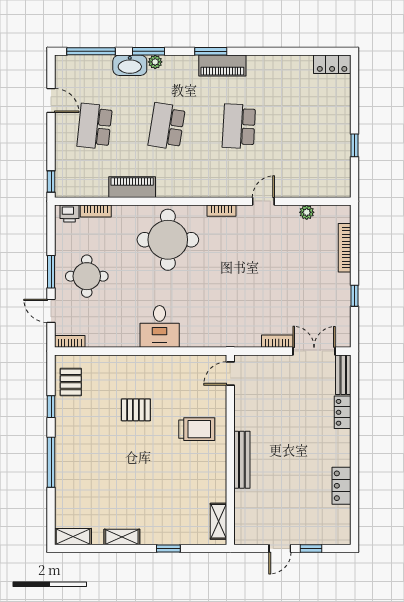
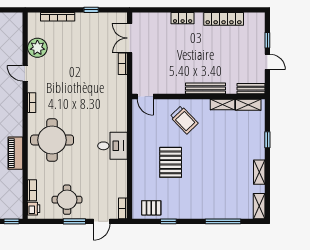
piano: (132, 187) -> (15, 153), moved
plant: (307, 212) -> (37, 48), width x1.87, depth x1.87
round table: (87, 276) -> (67, 200), moved
bench: (343, 375) -> (251, 89), moved
pallet: (136, 410) -> (171, 162), width x1.50, depth x1.42
locker: (343, 412) -> (183, 18), moved
trolley: (197, 429) -> (184, 120), turned 136
window: (51, 462) -> (223, 221), moved
shelving: (219, 484) -> (223, 105), added
locker: (342, 486) -> (224, 19), width x1.53

